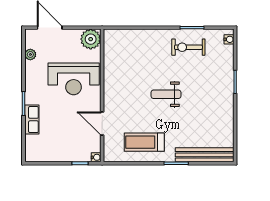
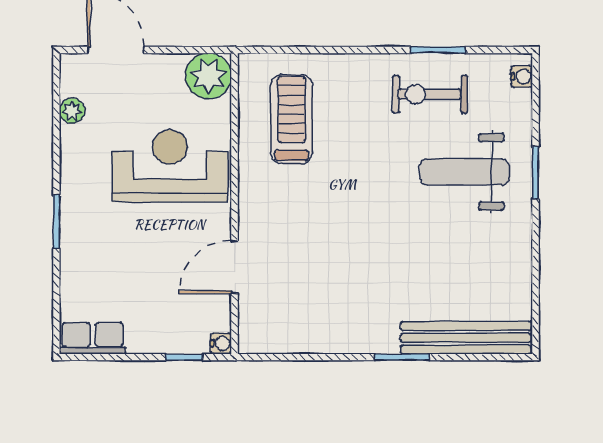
reception desk: (74, 79) -> (170, 166), turned 180
weight bench: (166, 94) -> (465, 172), moved, width x1.36, depth x1.33
row of seats: (32, 120) -> (93, 338), moved, turned -90
door: (102, 124) -> (235, 267), hinge flipped
treadmill: (144, 142) -> (292, 119), moved, turned 90

